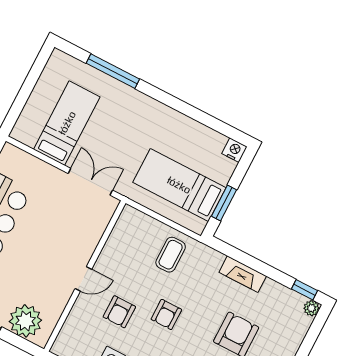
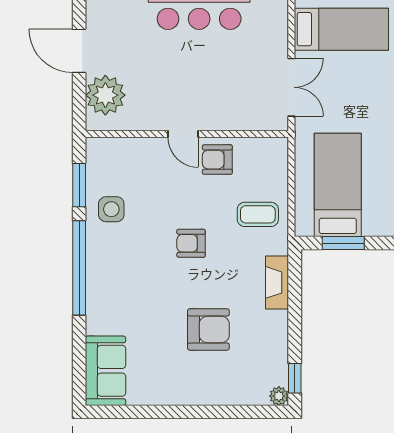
fireplace: (243, 274) -> (277, 282), moved
armchair: (119, 312) -> (217, 160), moved

